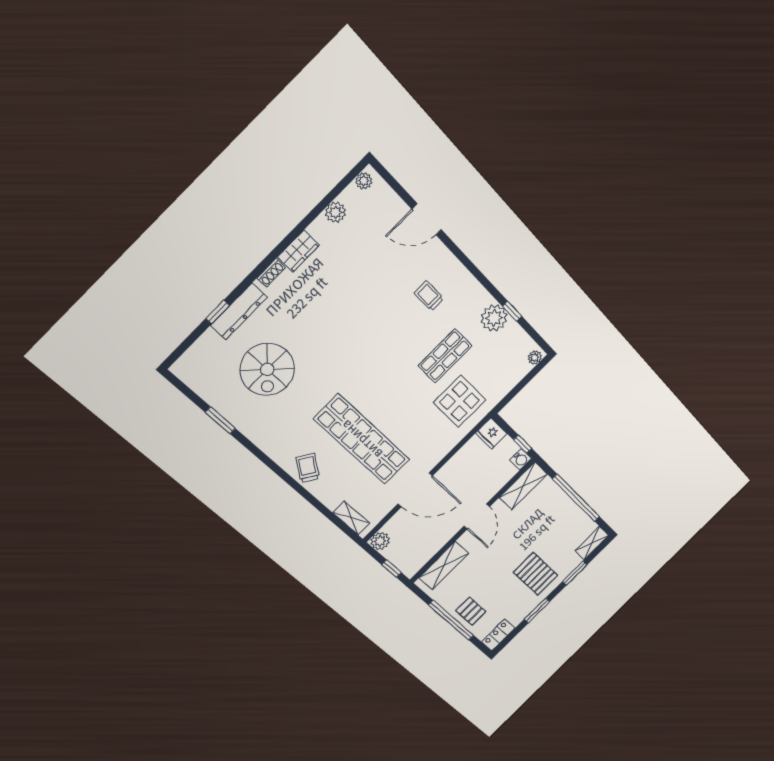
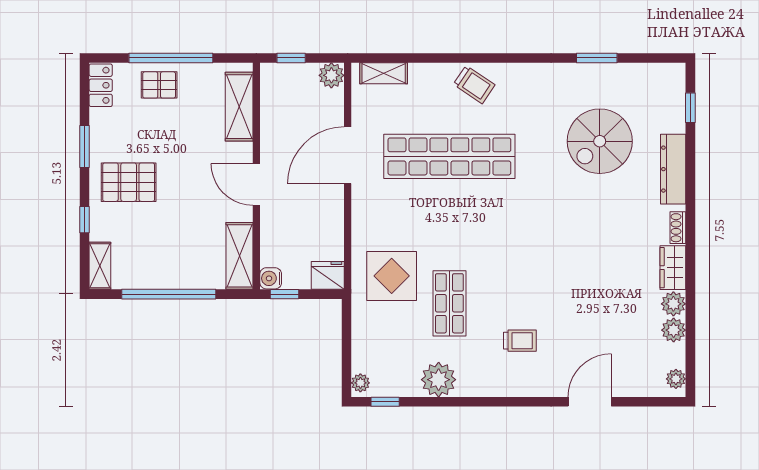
plant: (320, 229) -> (673, 304), added
window: (512, 311) -> (385, 402), moved
window: (218, 312) -> (690, 108), moved
spiral stairs: (267, 369) -> (600, 141), turned -90
window: (575, 573) -> (85, 220), width x0.67

